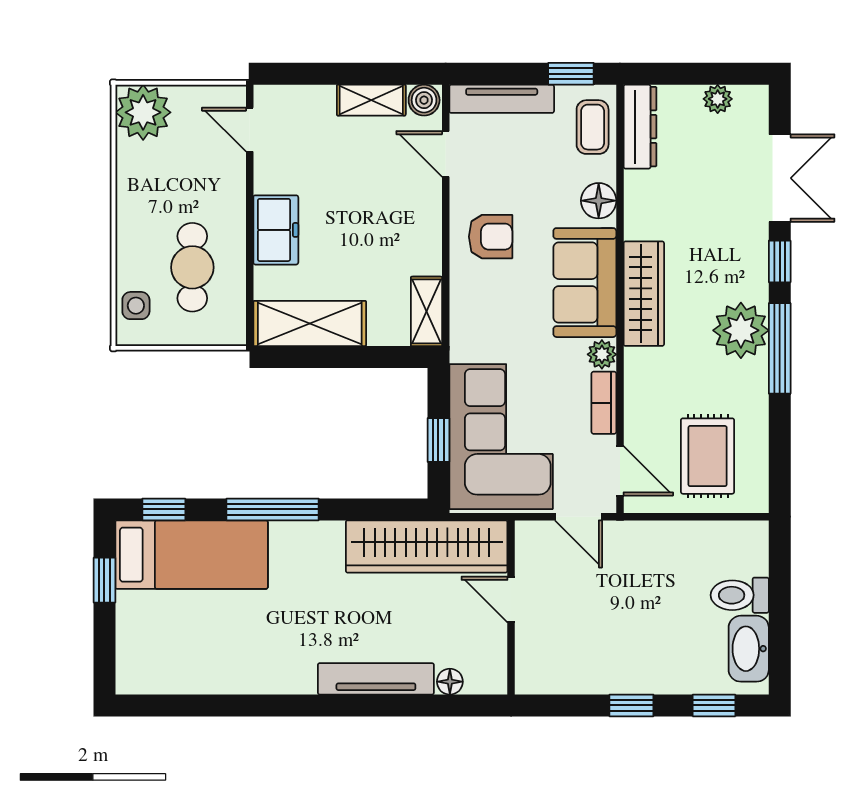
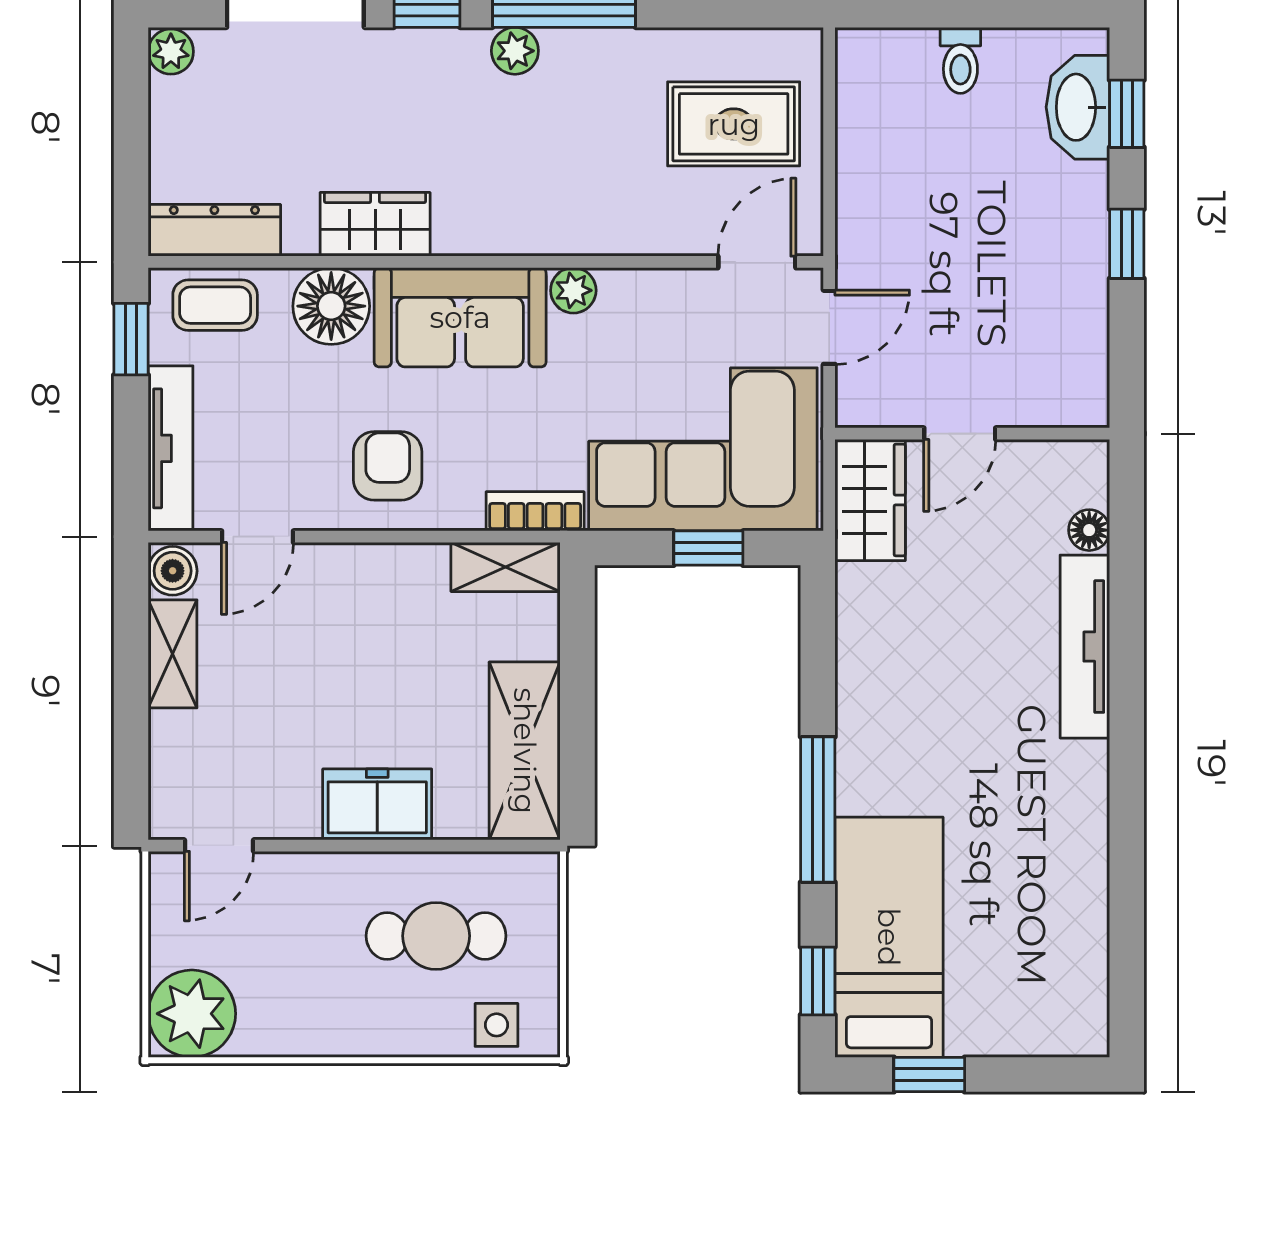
plant: (718, 99) -> (171, 52), moved
floor lamp: (599, 201) -> (331, 306), width x1.38, depth x1.38
wardrobe: (644, 294) -> (375, 224), moved, width x0.67
plant: (741, 330) -> (515, 51), width x0.53, depth x0.53
bookcase: (604, 403) -> (535, 511), moved, turned 180
wardrobe: (427, 546) -> (870, 500), width x0.48, depth x0.85
toilet: (740, 595) -> (960, 60), width x0.73, depth x0.72
washbasin: (749, 649) -> (1078, 107), moved, turned 90

